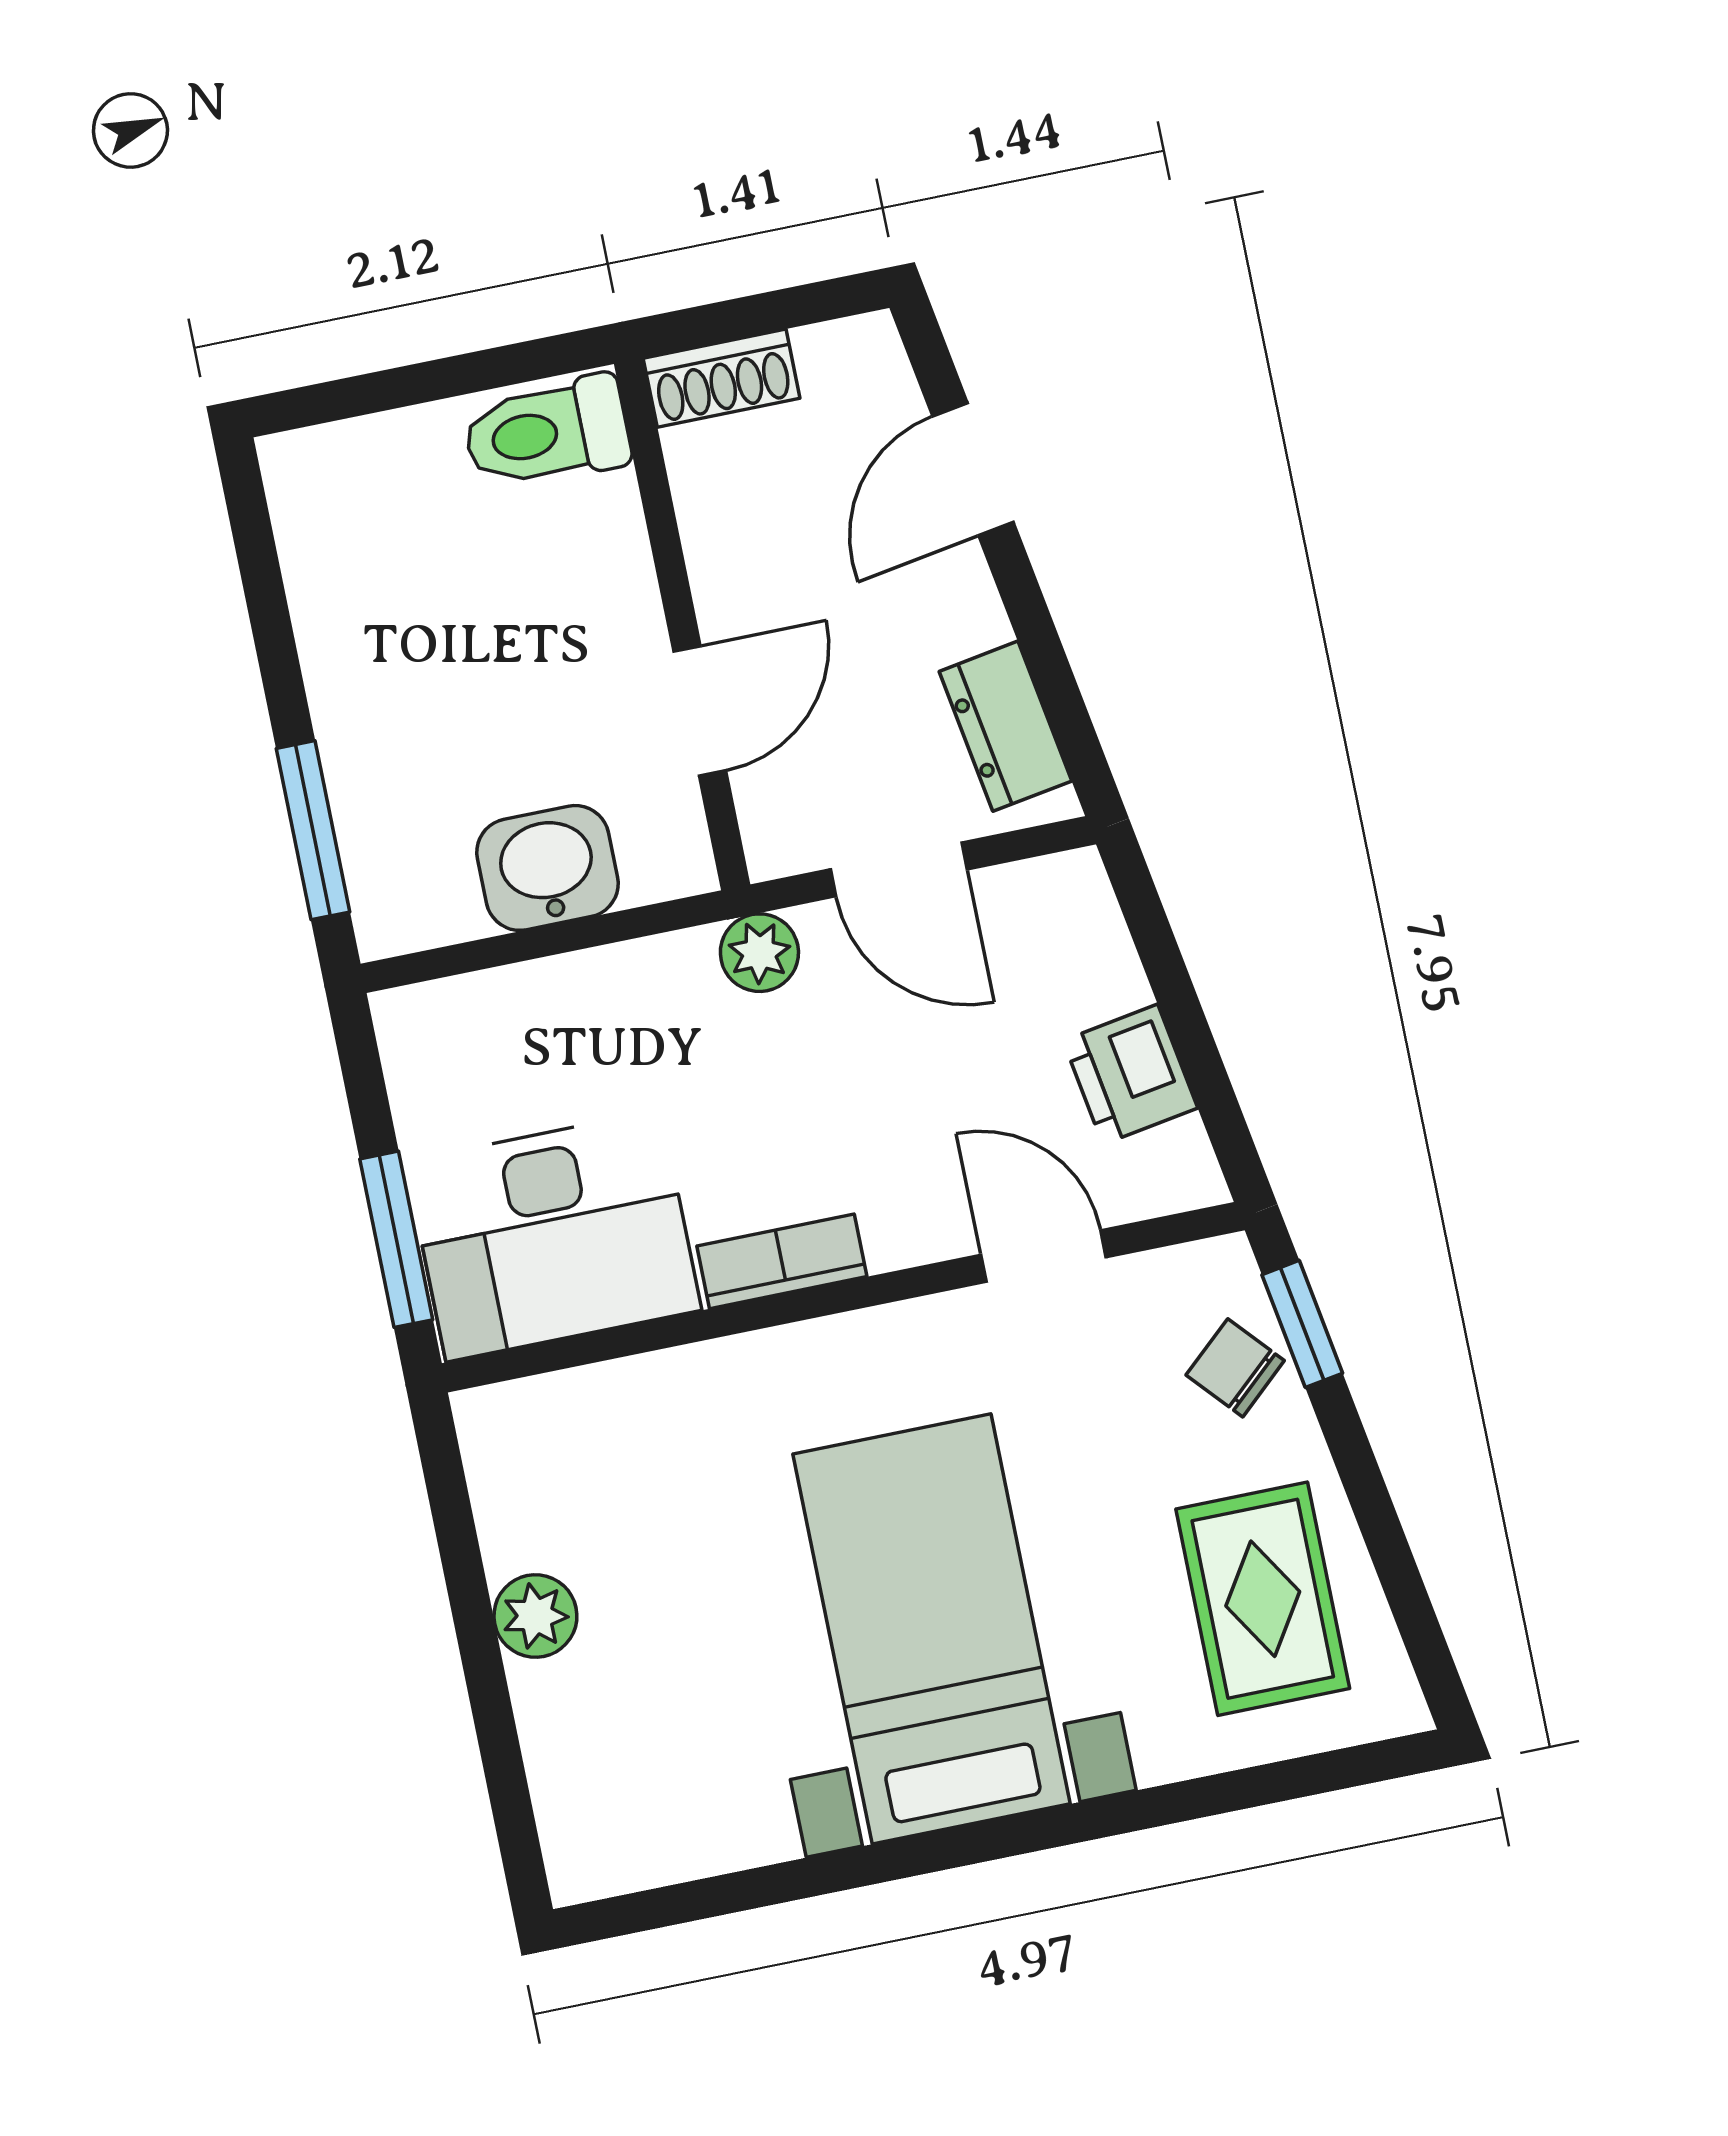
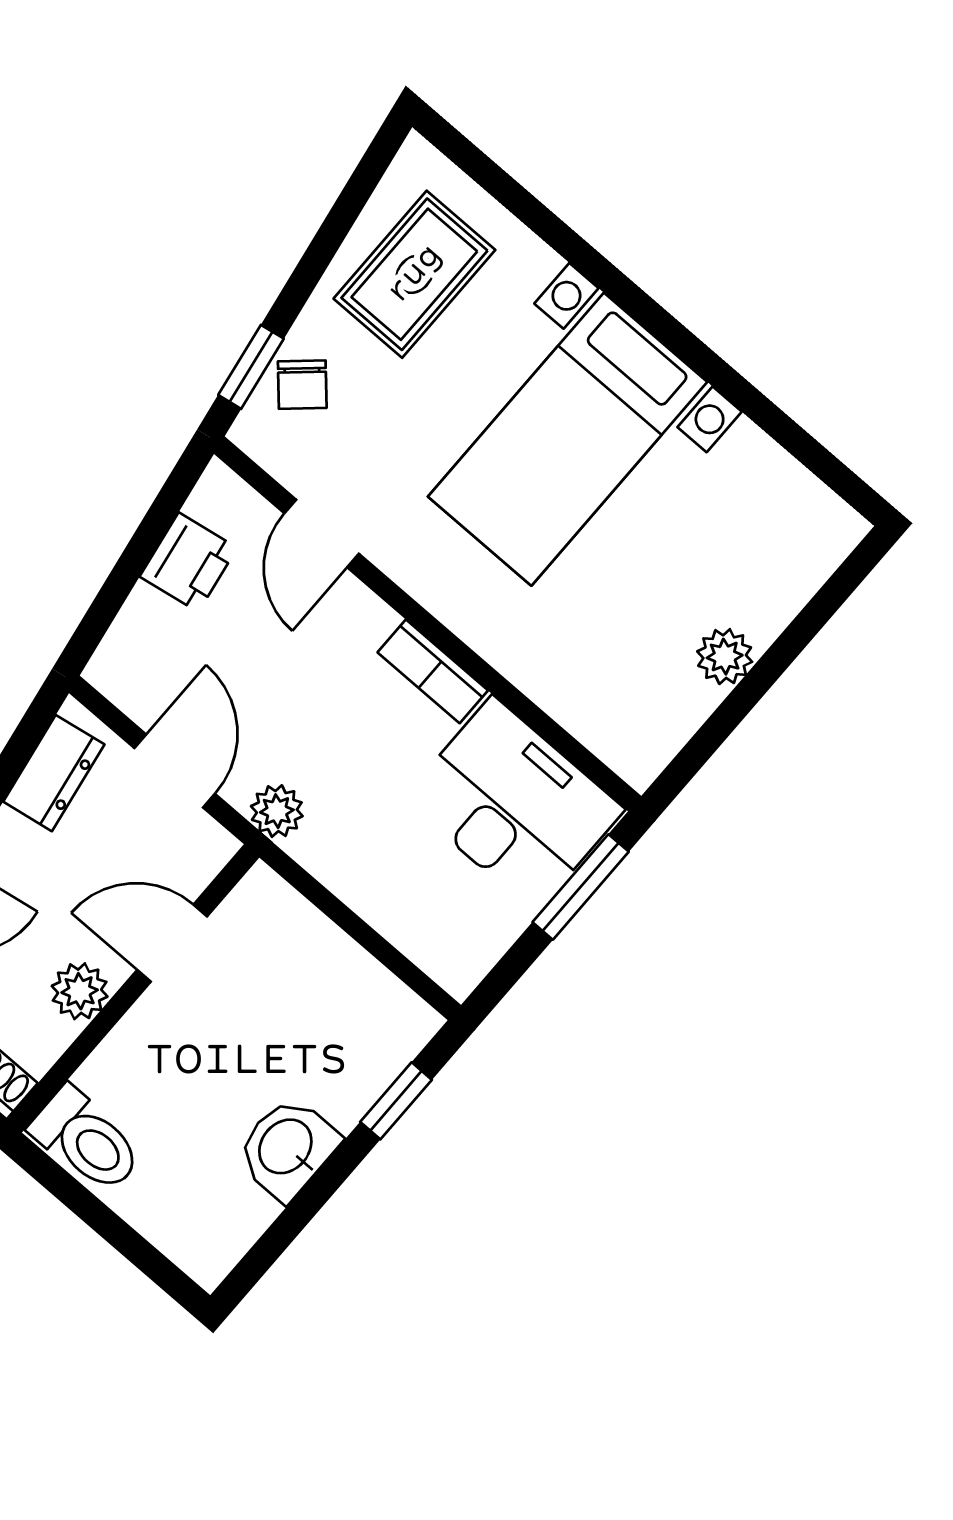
plant: (727, 559) -> (80, 991), added
window: (313, 830) -> (396, 1101), width x0.67
washbasin: (548, 868) -> (287, 1148), moved, turned 90

